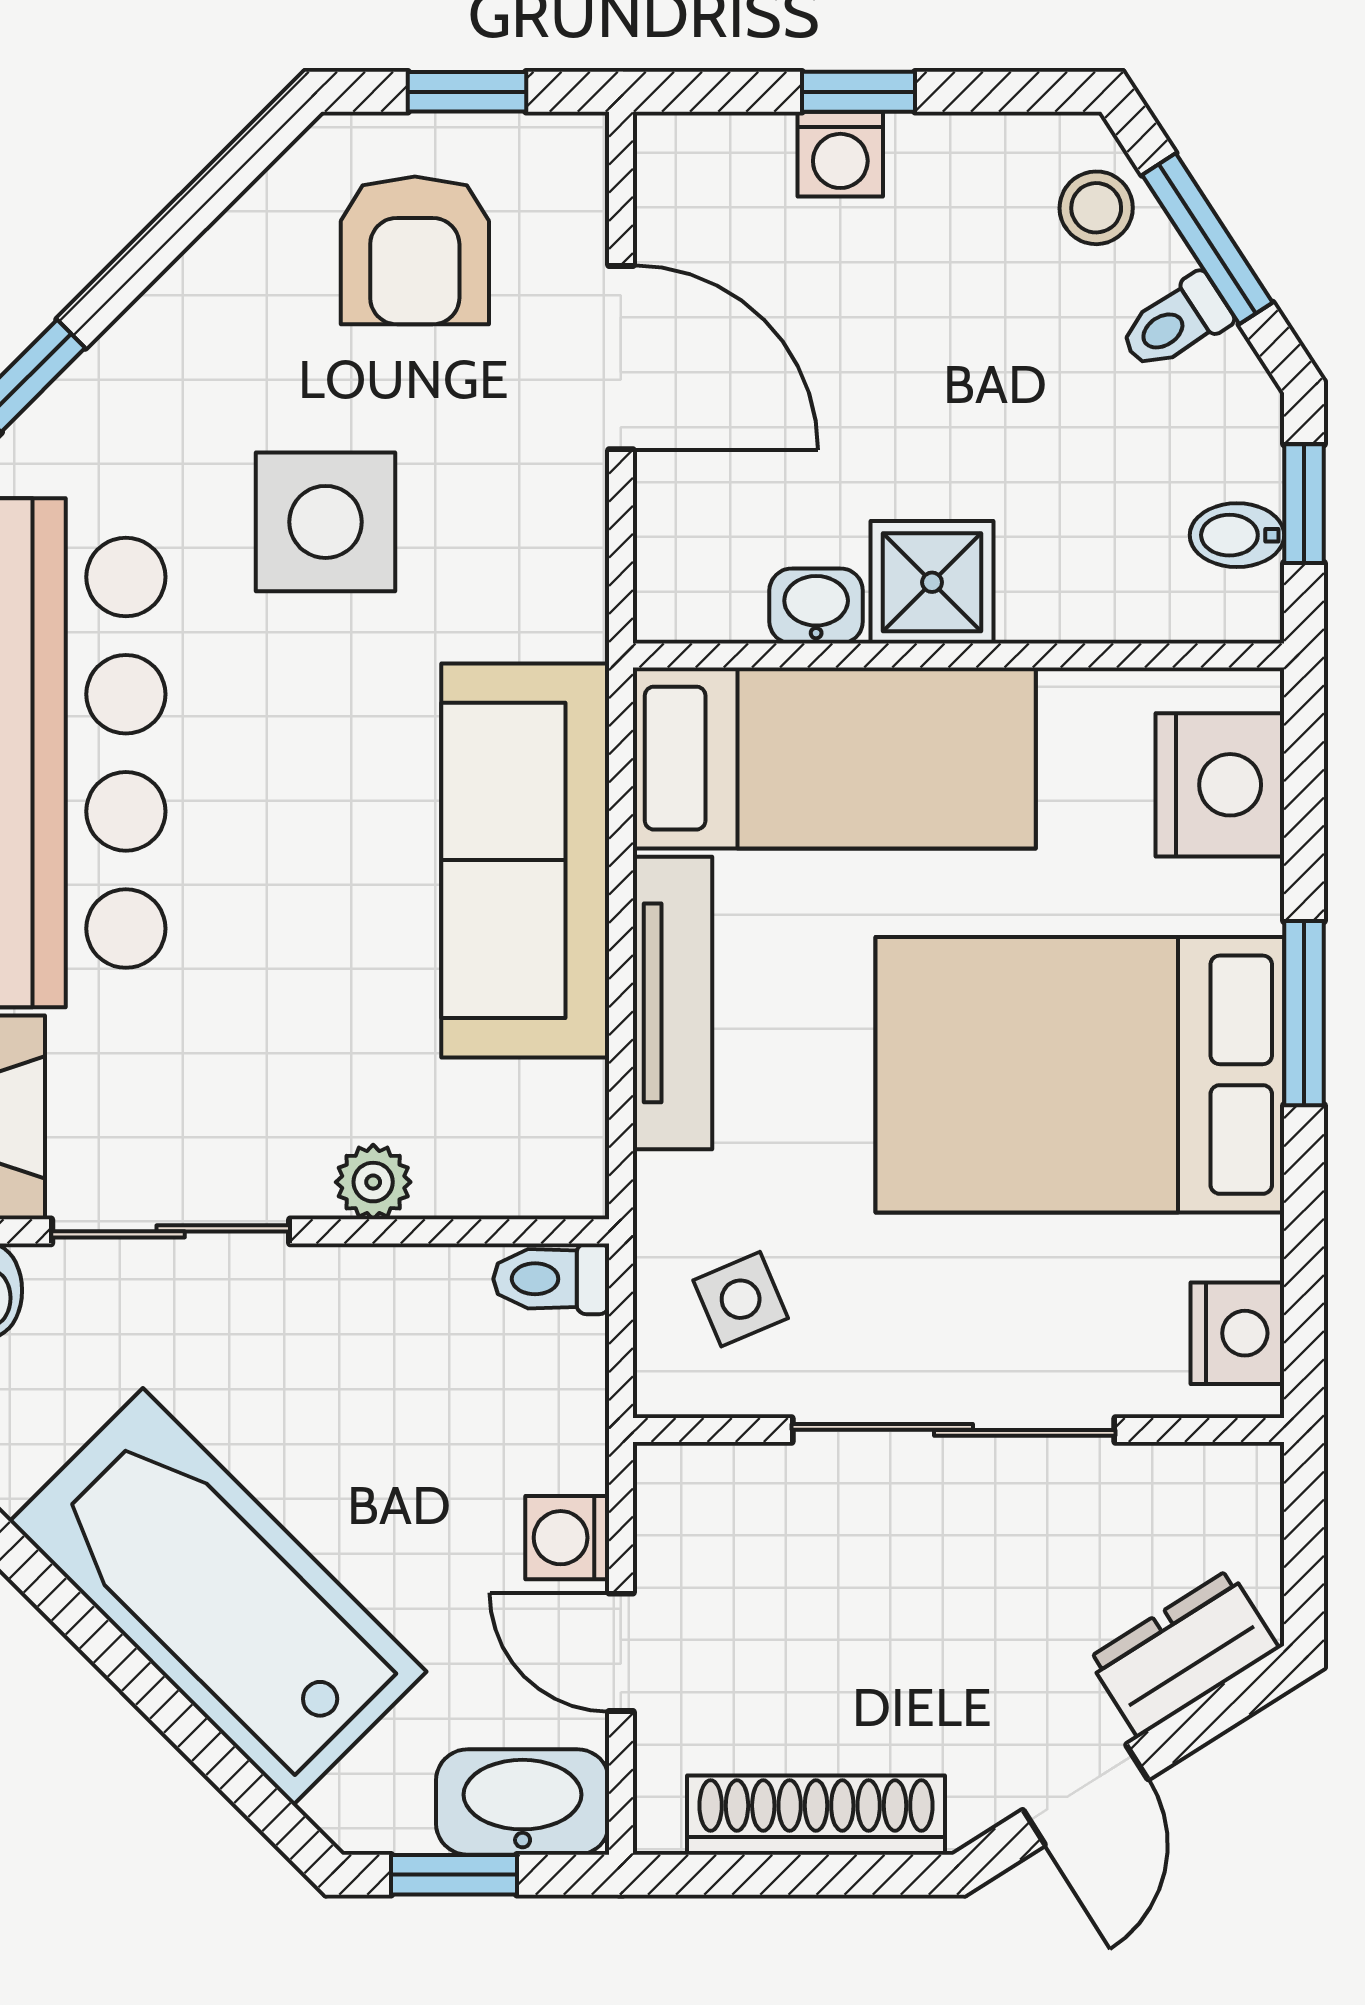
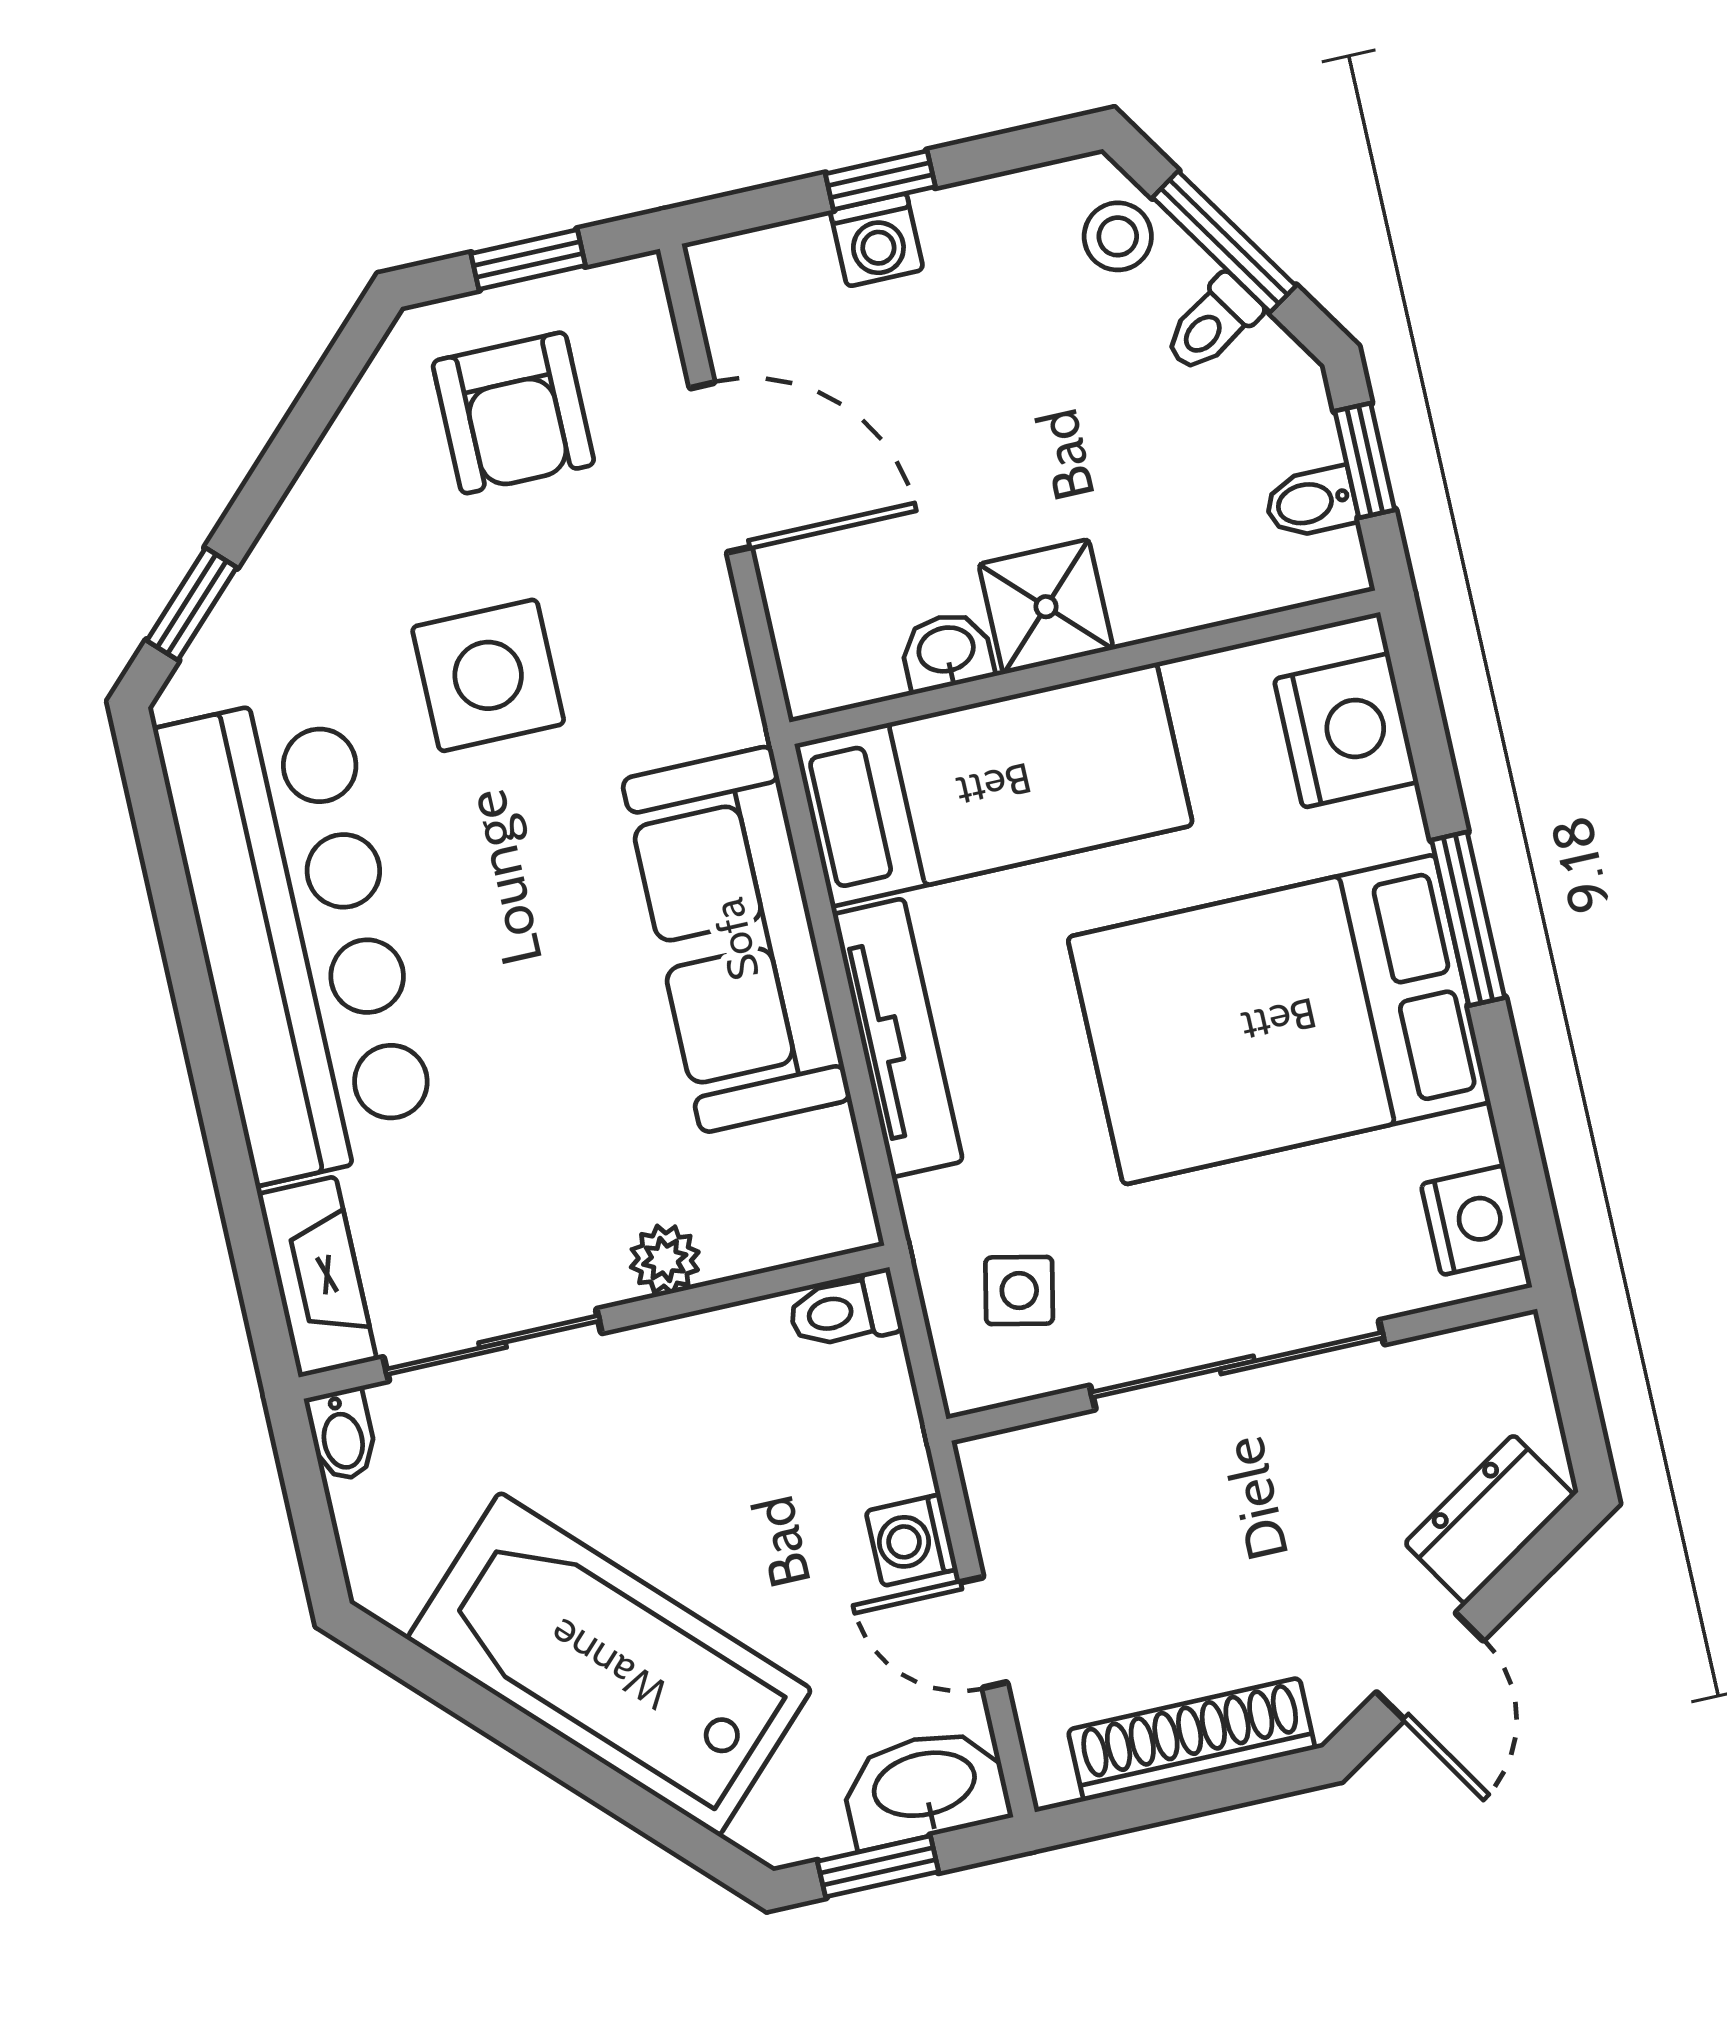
side table: (741, 1299) -> (1019, 1291), turned 35

